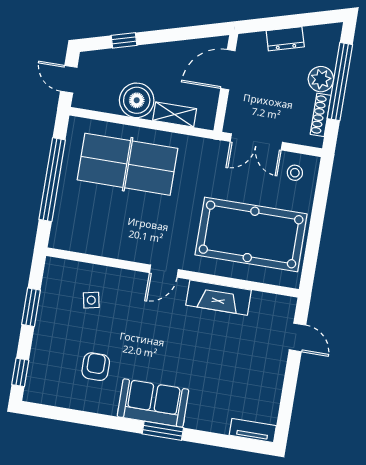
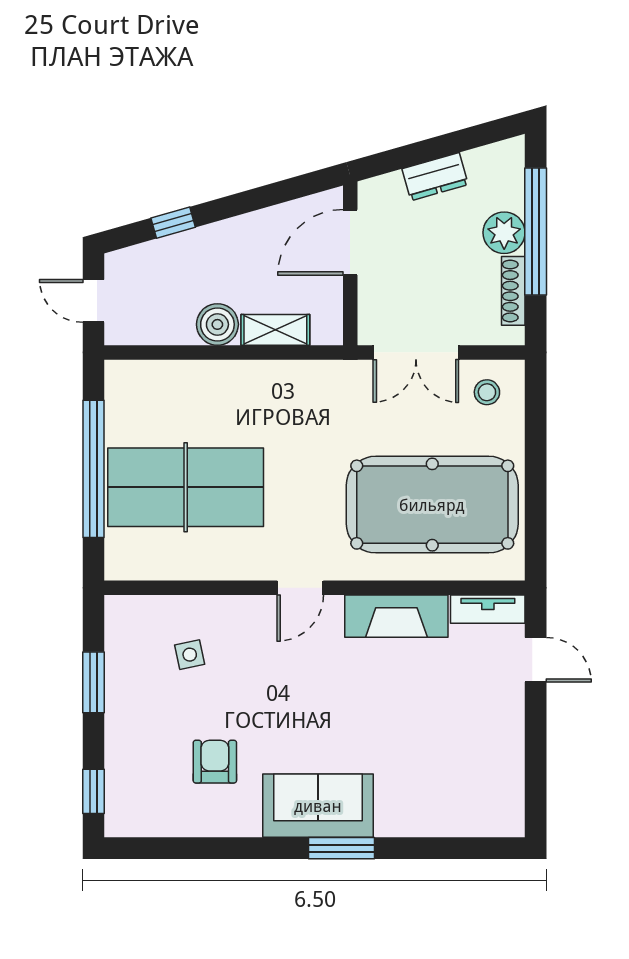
boiler: (137, 100) -> (217, 324), width x0.73, depth x0.73
table tennis table: (128, 164) -> (186, 487), moved
tv unit: (253, 430) -> (488, 609), moved, turned 180

